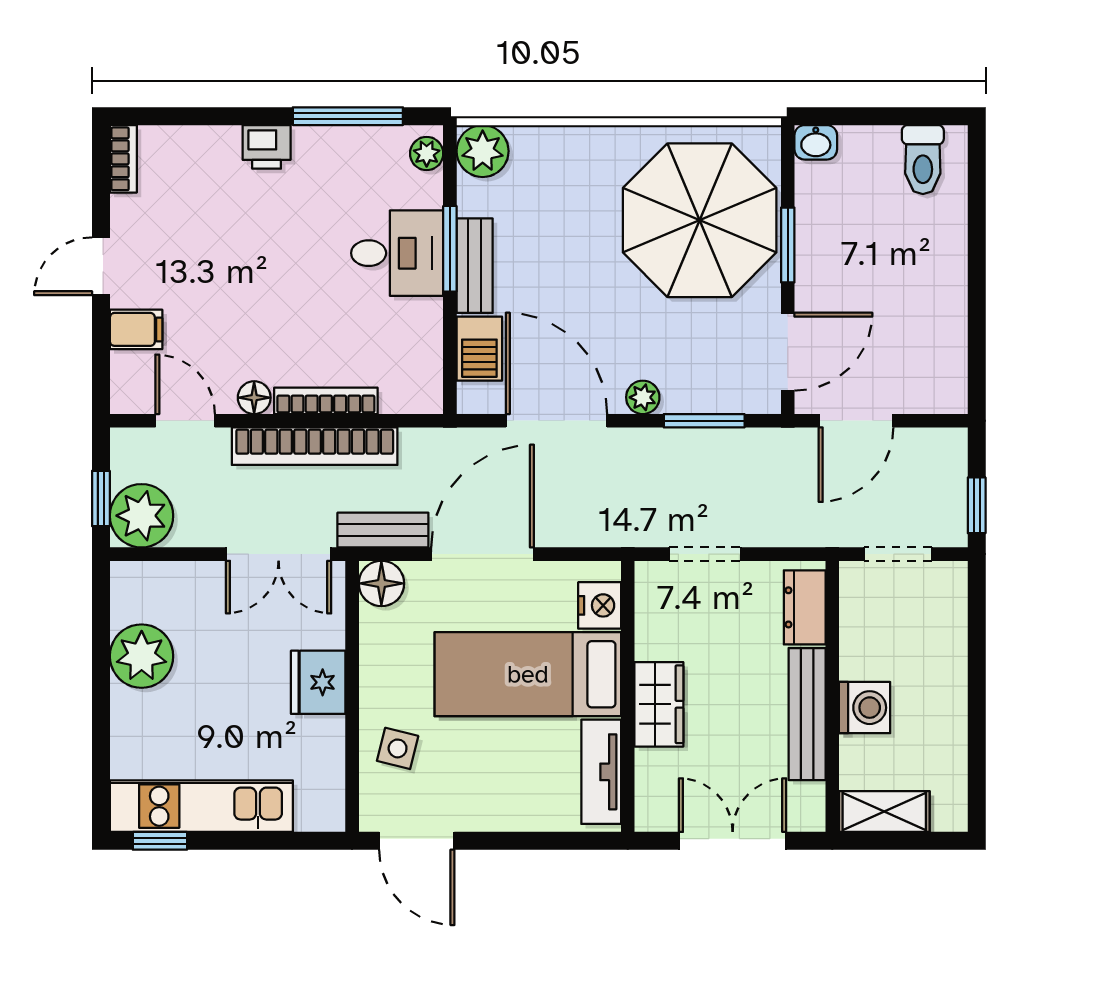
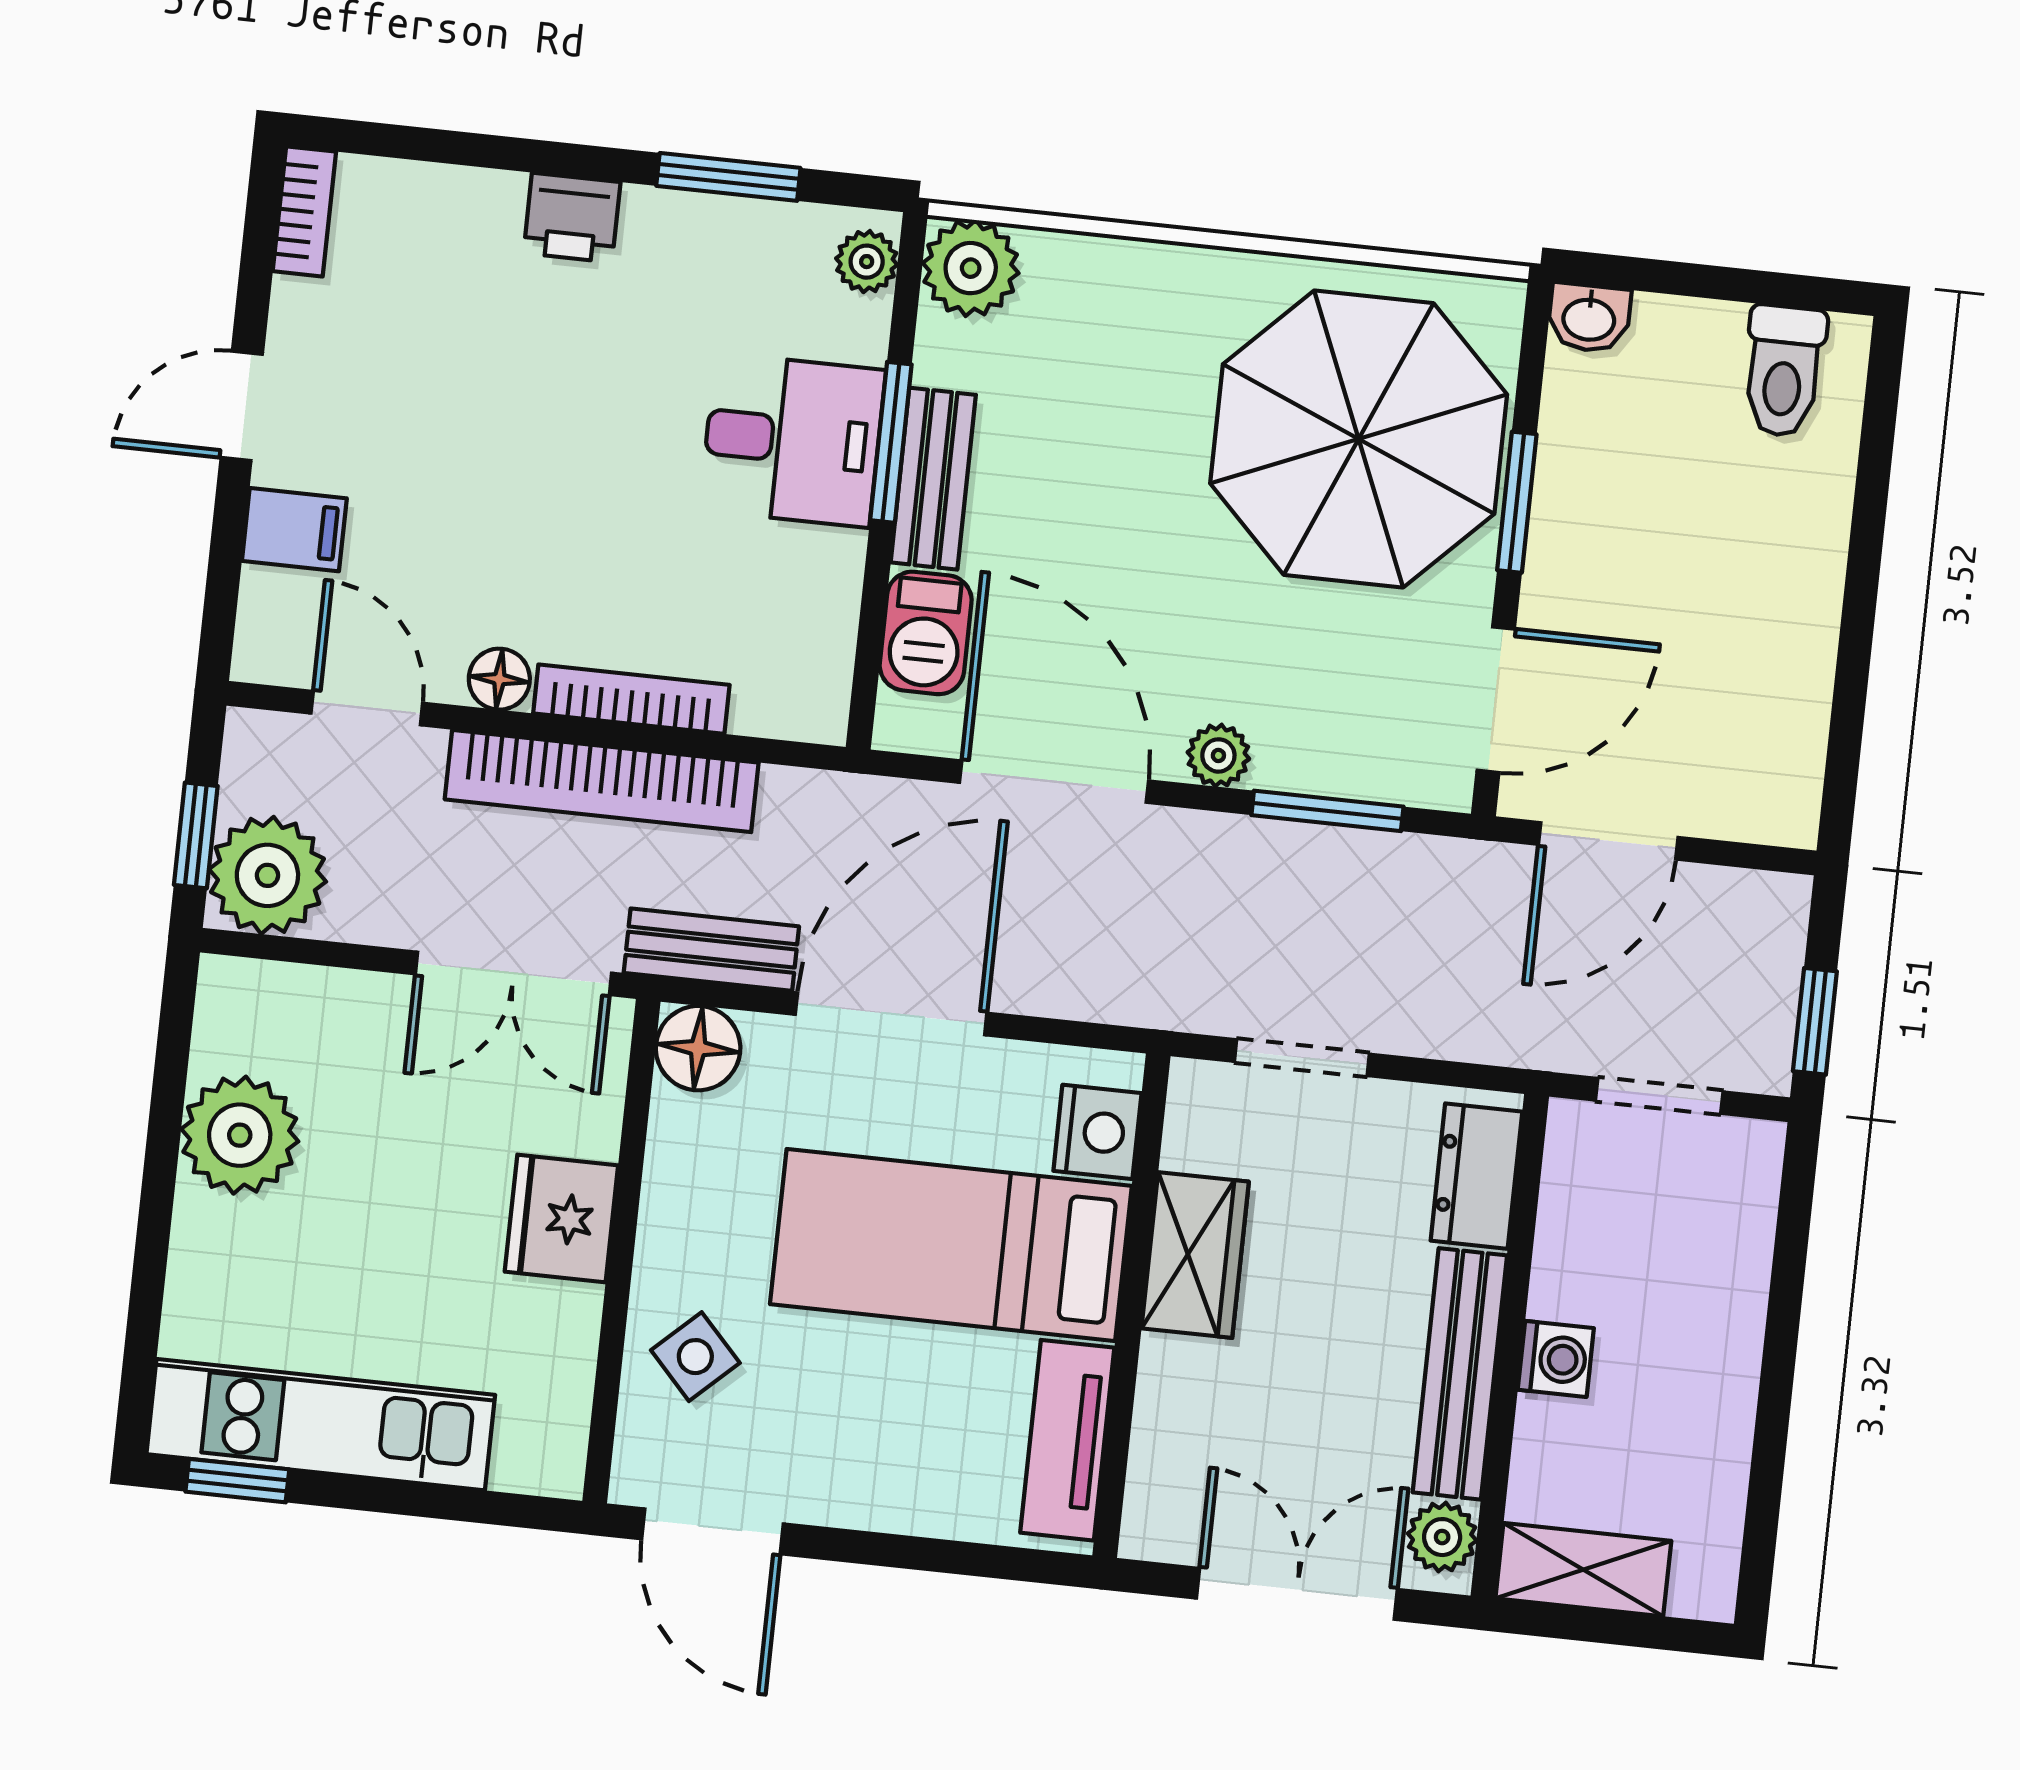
window: (348, 116) -> (728, 177), width x0.69
wardrobe: (659, 704) -> (1195, 1255), moved
washing machine: (865, 708) -> (1556, 1359), width x0.73, depth x0.73
side table: (398, 748) -> (695, 1357), turned 33
plant: (807, 802) -> (1442, 1537), added

